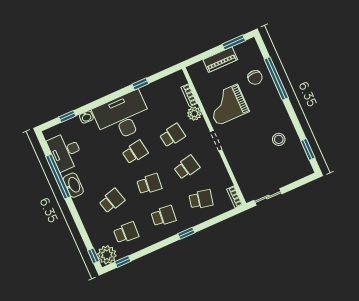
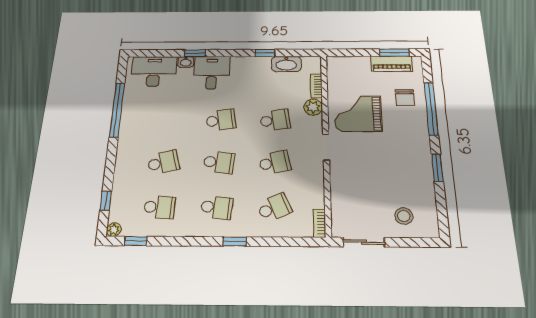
piano: (220, 60) -> (392, 64), moved
window: (67, 116) -> (195, 53), moved
desk: (122, 117) -> (212, 73), width x0.53, depth x0.77
stool: (279, 139) -> (404, 216), moved
window: (308, 149) -> (437, 168), moved
desk: (65, 151) -> (154, 71), moved, turned 90
washbasin: (73, 185) -> (286, 64), moved, turned 90
school desk: (201, 199) -> (274, 208), turned -36
plant: (107, 255) -> (114, 230), width x0.53, depth x0.53
window: (93, 256) -> (106, 201), moved

